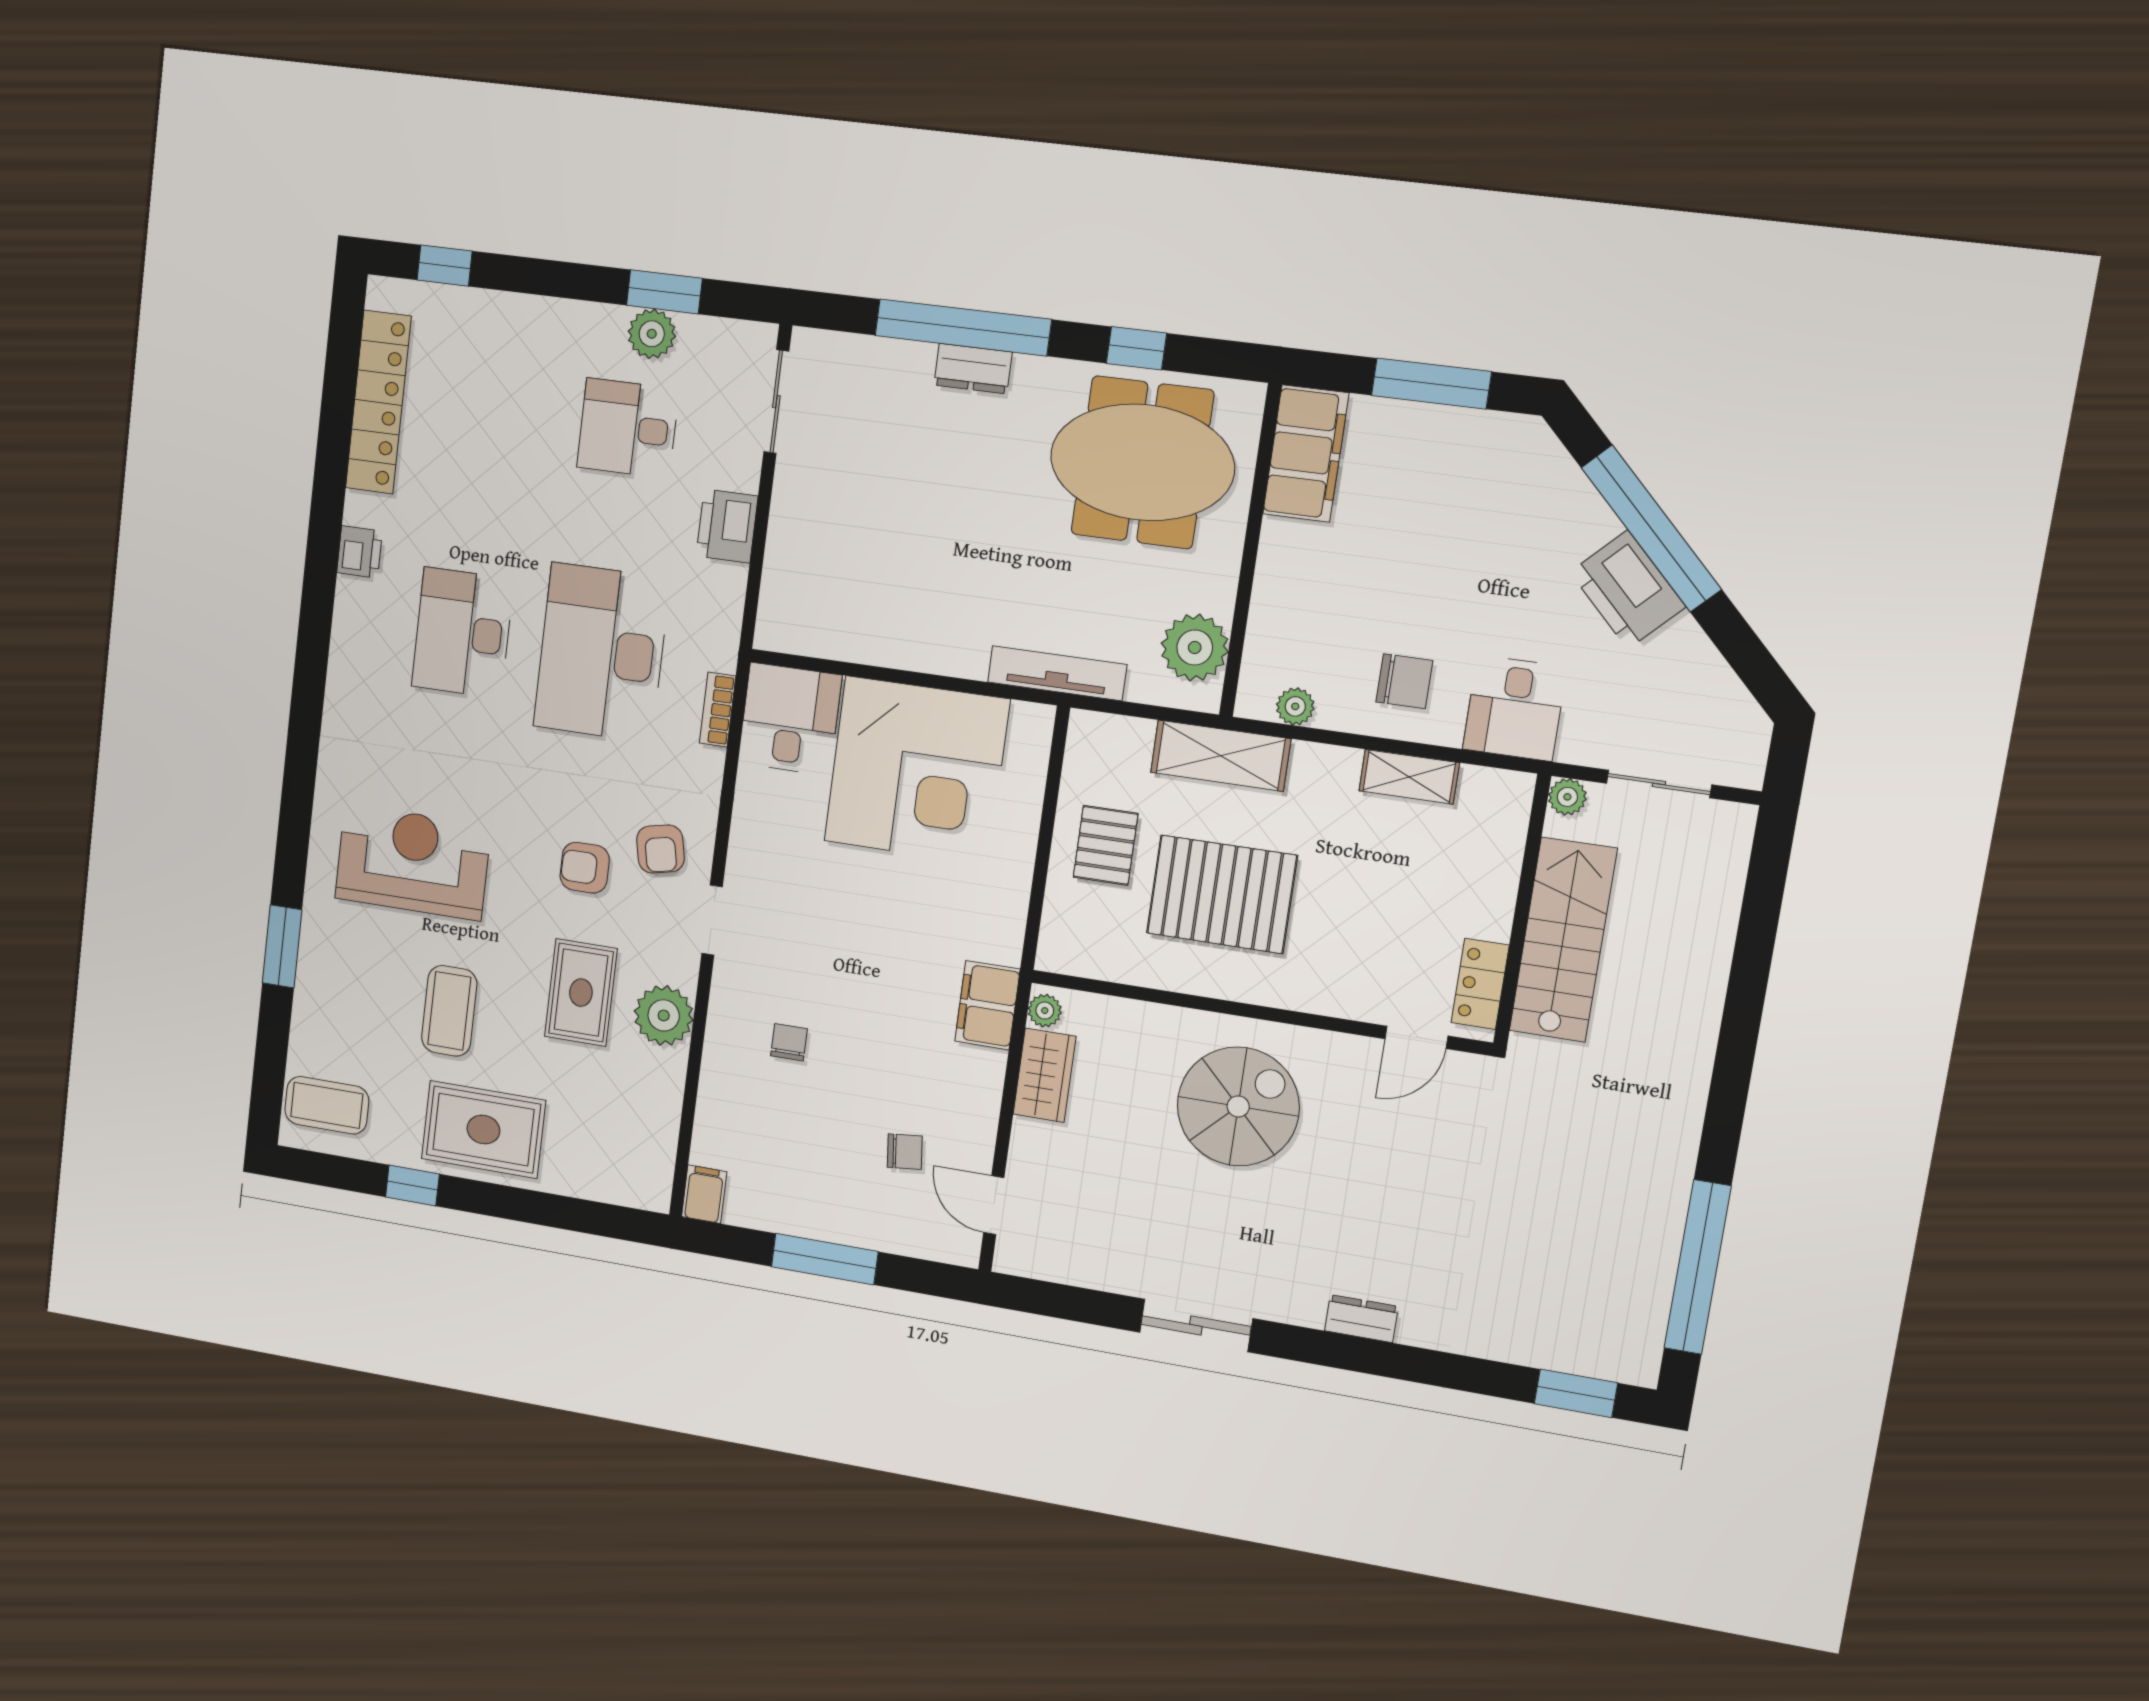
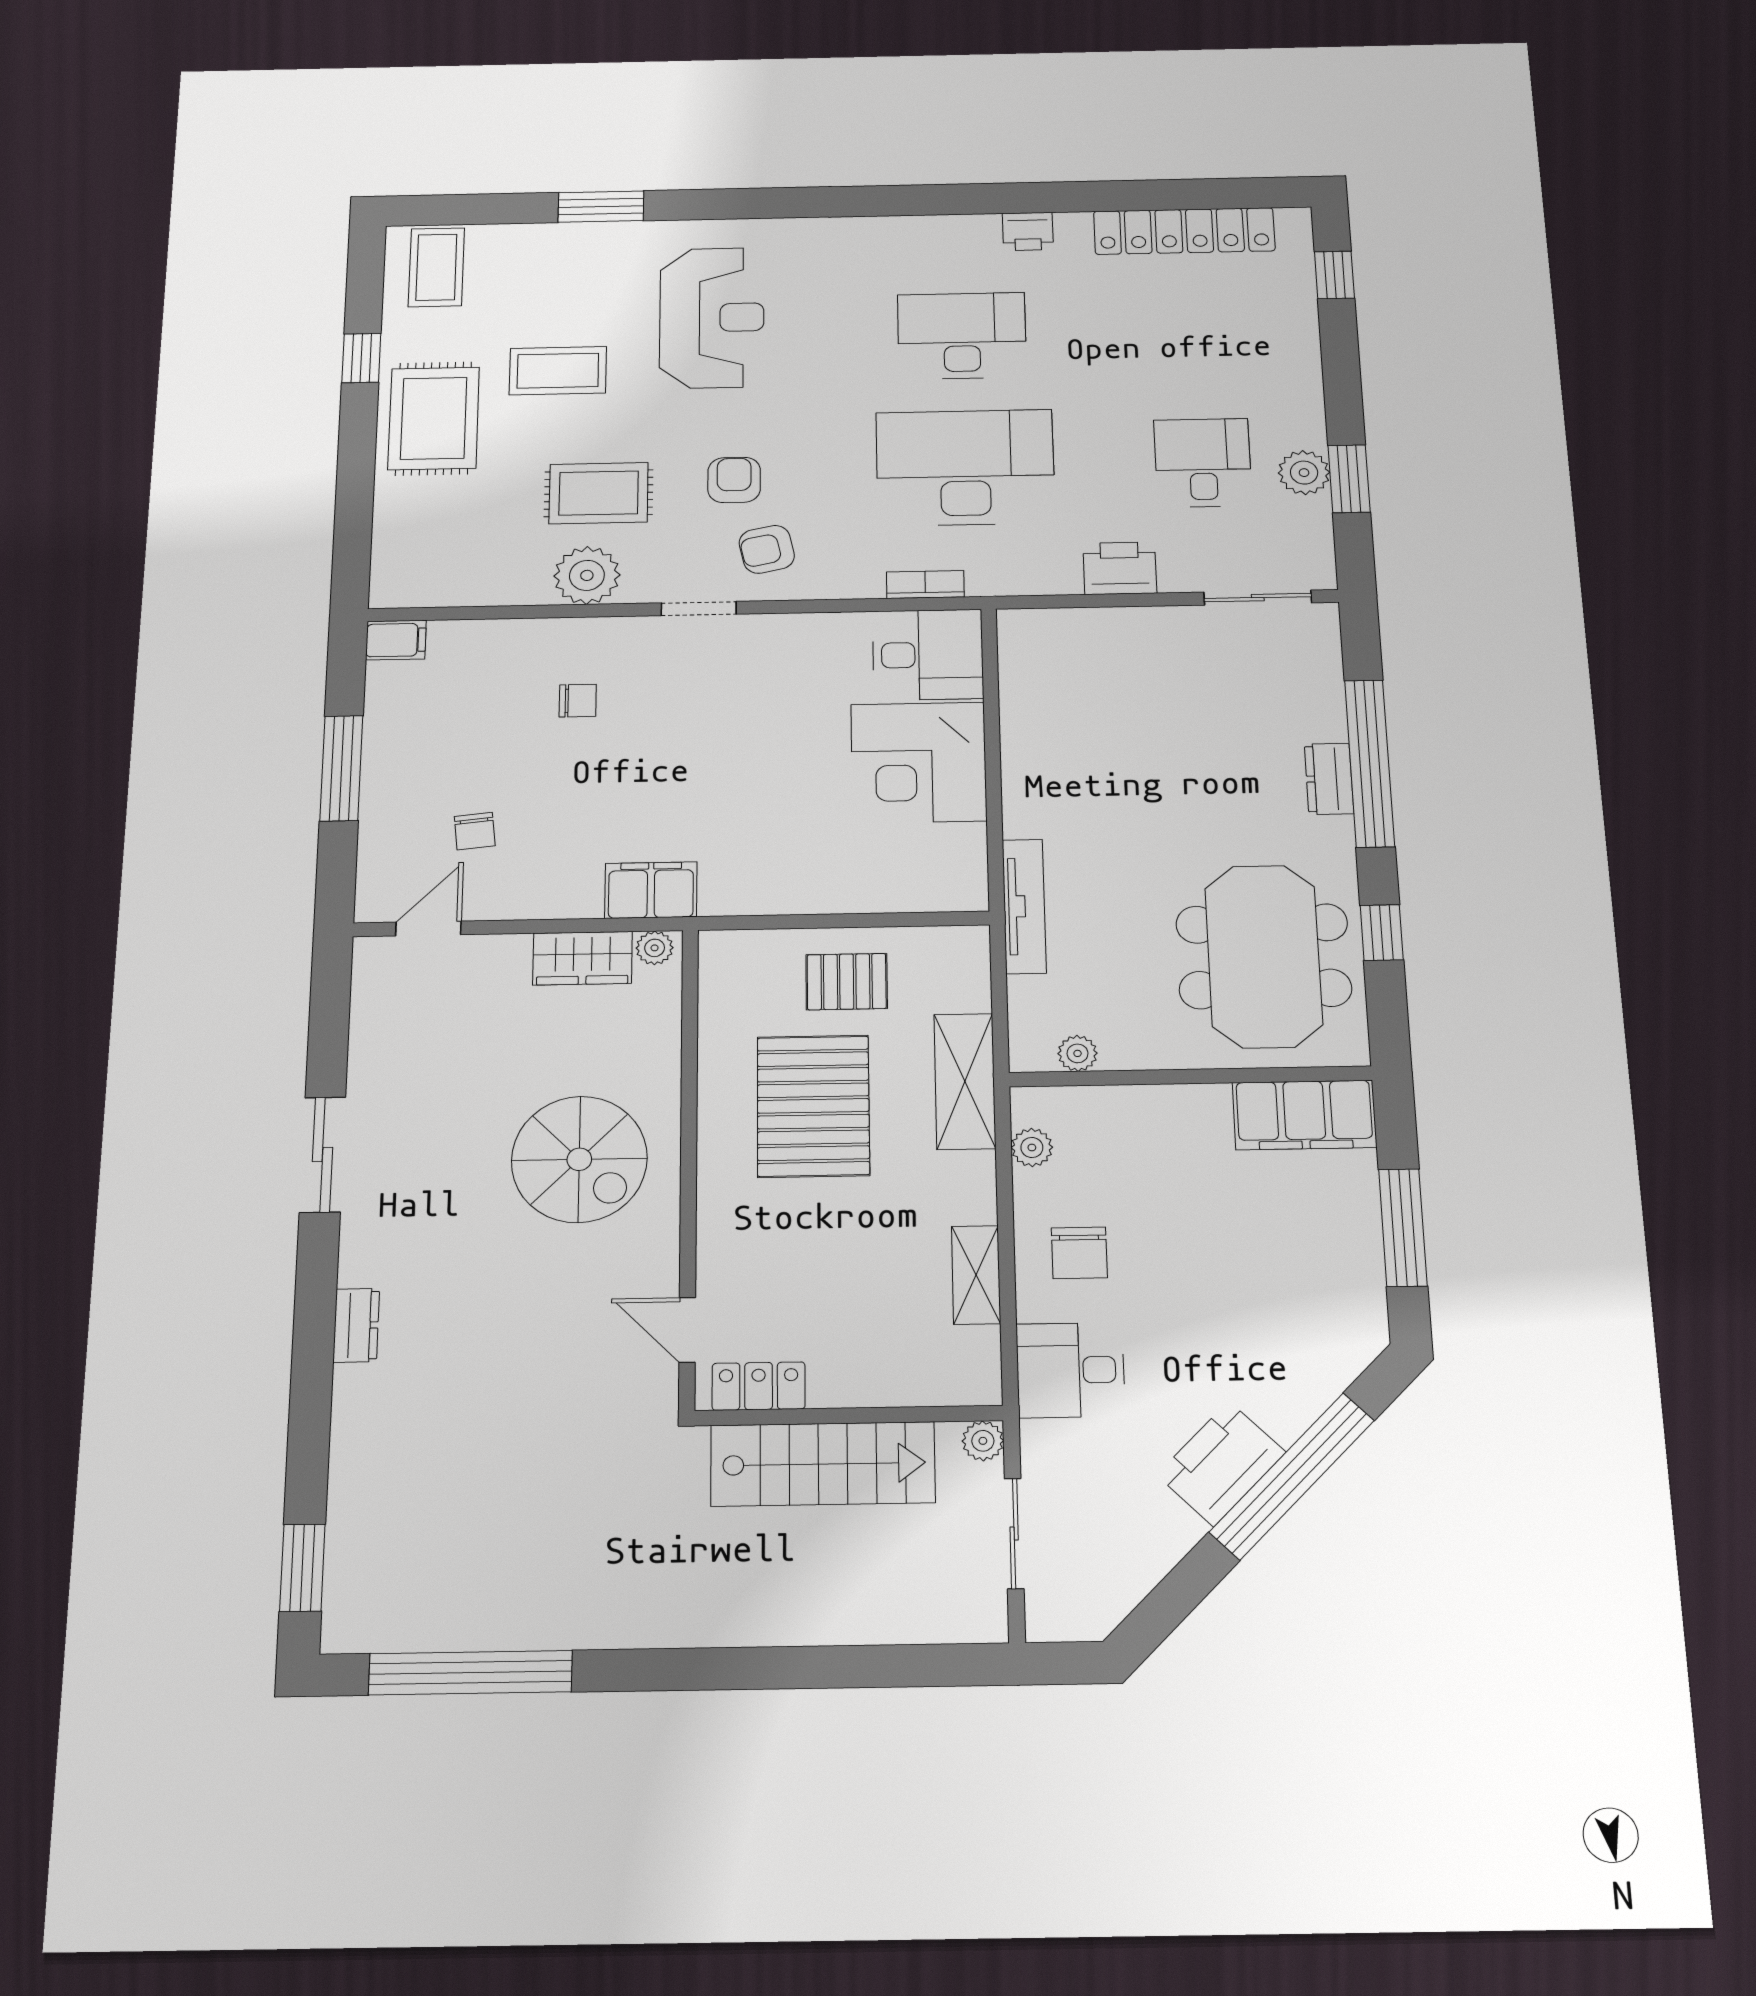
plant: (1195, 647) -> (1078, 1053), width x0.53, depth x0.53
corner desk: (917, 770) -> (919, 762), width x0.74, depth x0.74

